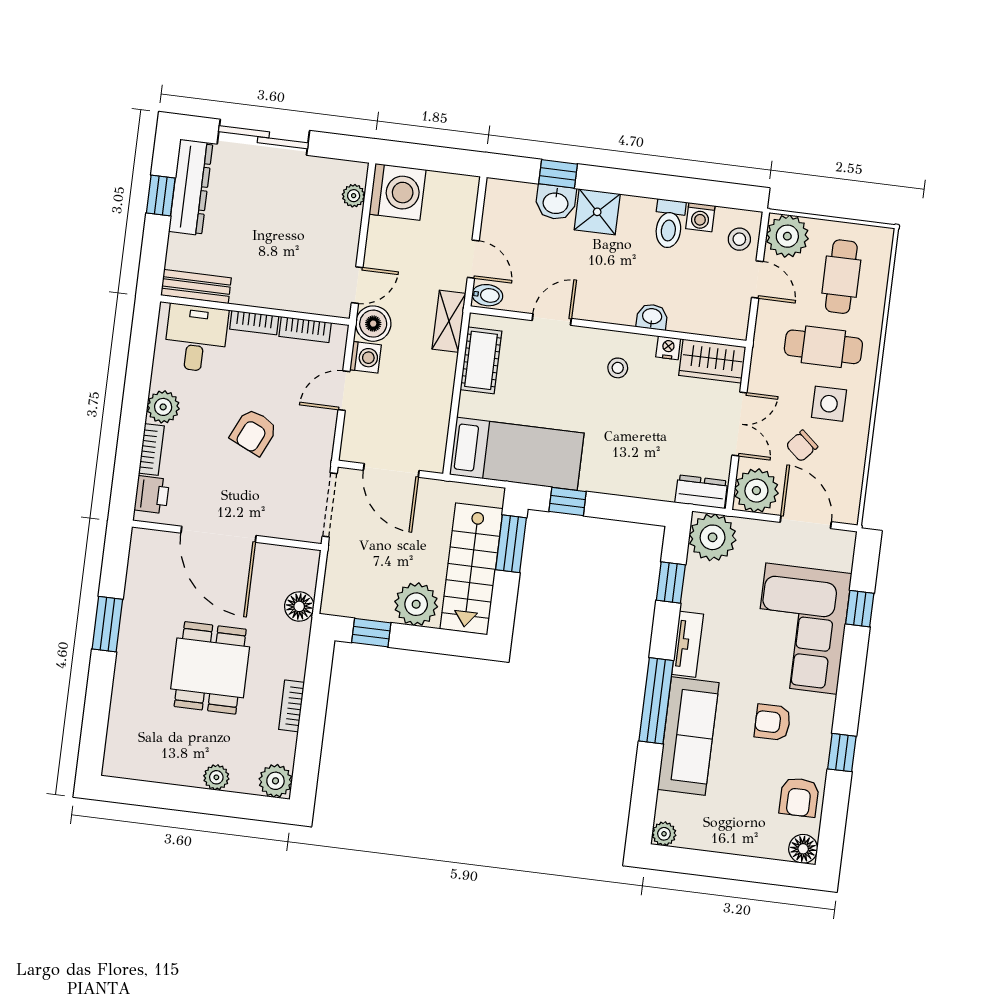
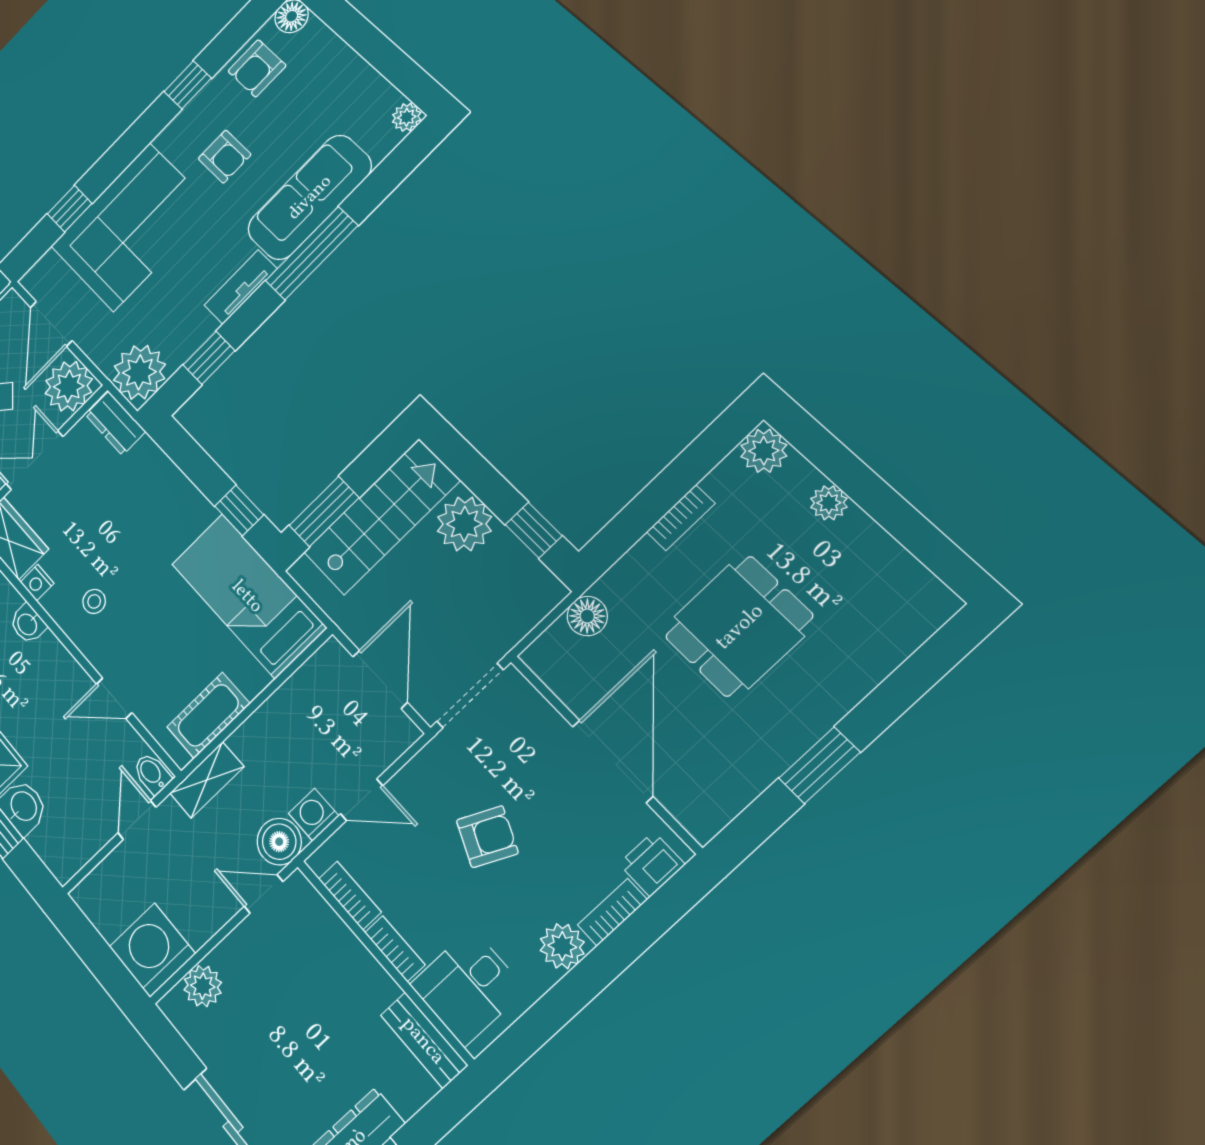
plant: (354, 196) -> (203, 986), width x1.38, depth x1.38
armchair: (799, 797) -> (257, 68), turned 180

